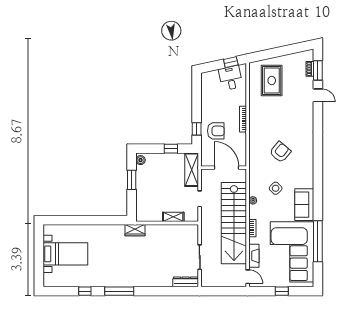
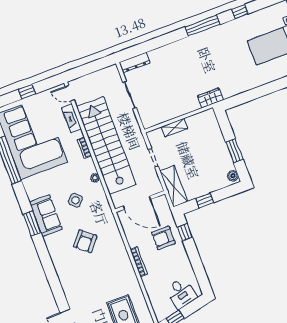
desk: (231, 78) -> (181, 293), moved
window: (318, 183) -> (32, 224), added
sofa: (304, 205) -> (46, 216), moved

